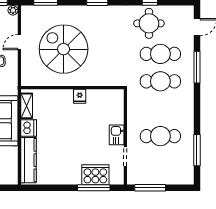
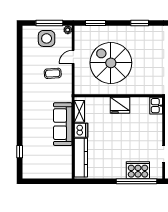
fridge: (80, 96) -> (120, 105), width x1.88, depth x1.34
kitchen sink: (117, 135) -> (156, 106), moved
window: (94, 188) -> (137, 181), width x1.46

